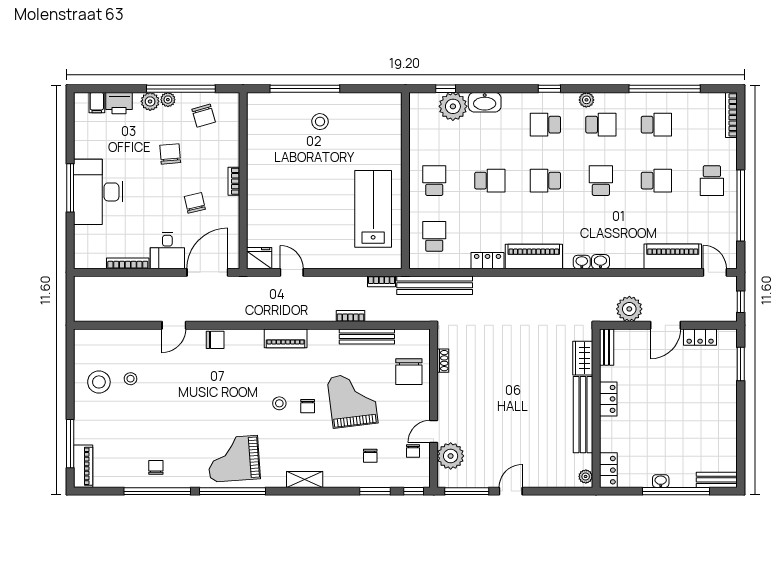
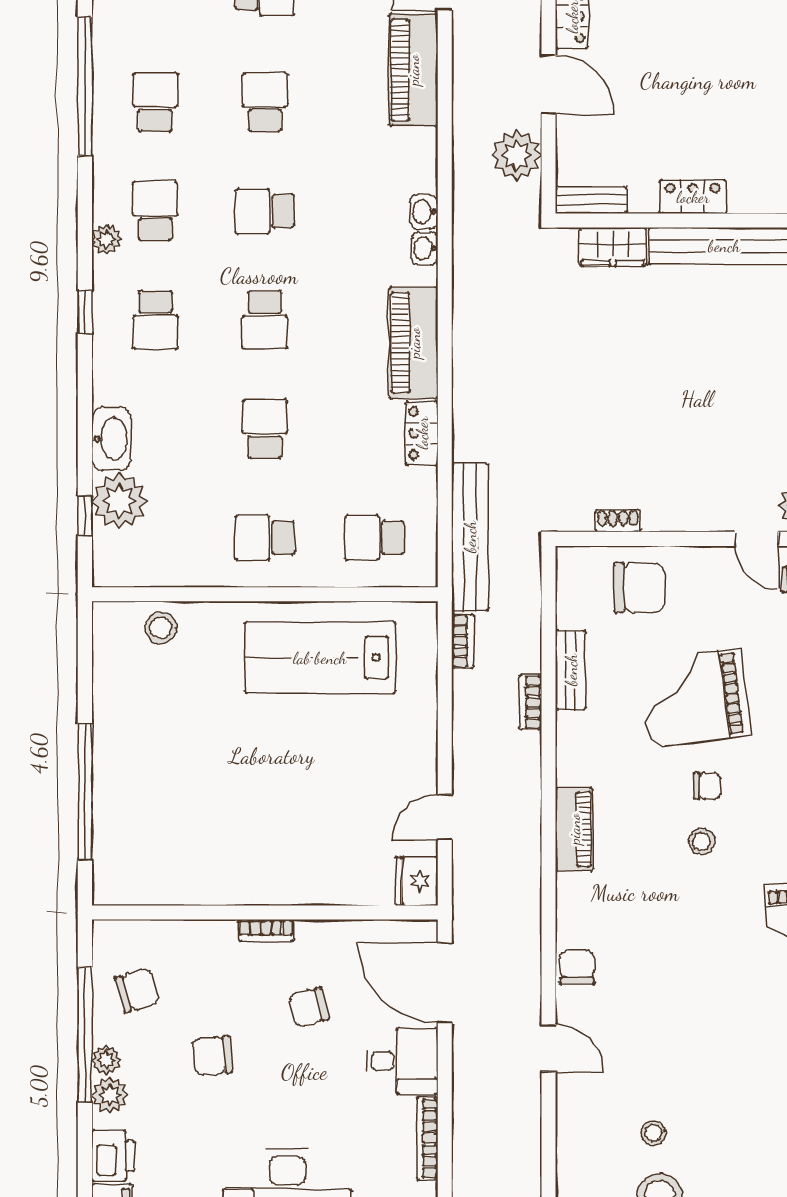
stool: (320, 122) -> (161, 628), moved
bench: (367, 336) -> (571, 670), width x0.73

